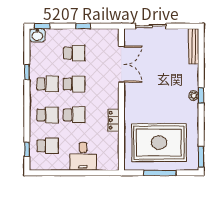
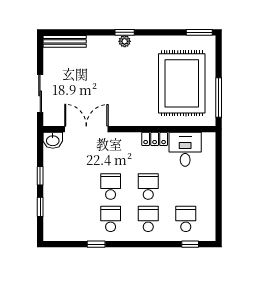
window: (42, 26) -> (40, 207), moved
washbasin: (37, 35) -> (53, 140), moved, turned 90
school desk: (74, 53) -> (73, 187), removed
desk: (83, 156) -> (185, 149), moved, turned -90
window: (160, 173) -> (219, 98), moved

